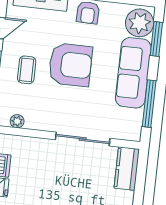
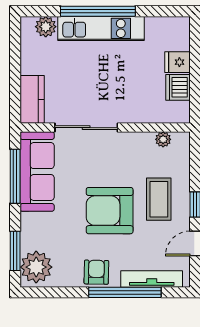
coffee table: (27, 70) -> (159, 199), width x1.36, depth x1.30
sofa: (133, 73) -> (37, 172), moved

